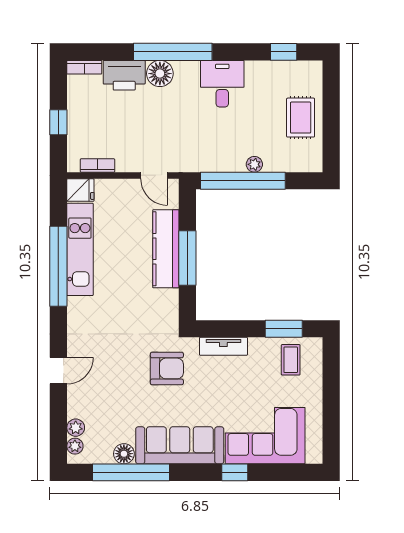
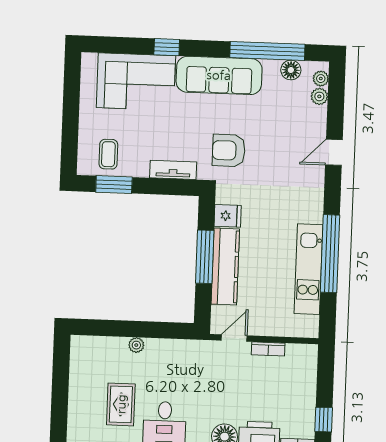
rug: (301, 118) -> (121, 404), moved
window: (58, 122) -> (324, 420), moved
bookcase: (97, 165) -> (268, 349), moved
door: (154, 175) -> (234, 338), hinge flipped
window: (243, 181) -> (148, 330), removed
fridge: (80, 190) -> (228, 216), moved, turned 180
floor lamp: (124, 454) -> (291, 70), moved

